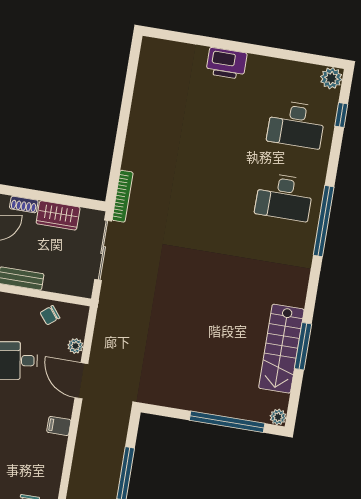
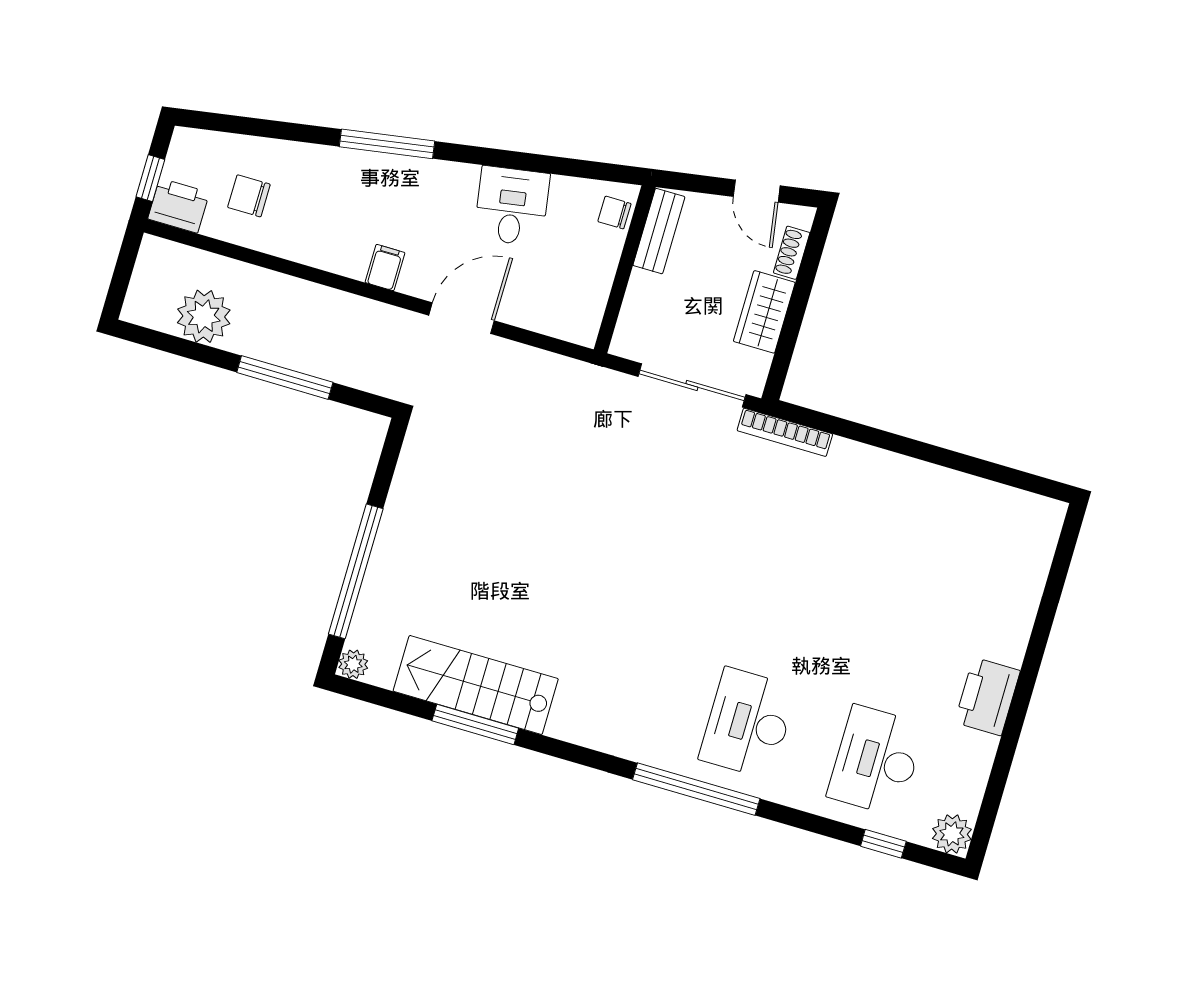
printer: (226, 63) -> (987, 697), moved
chair: (50, 315) -> (614, 213), moved, turned -51
plant: (75, 346) -> (525, 315), removed

